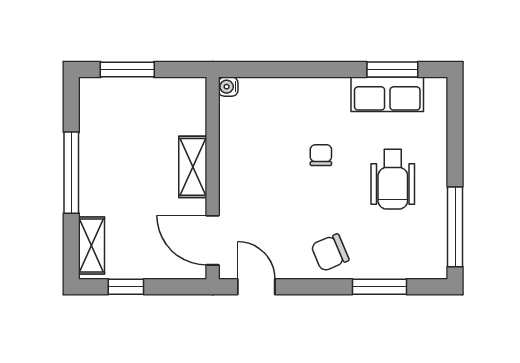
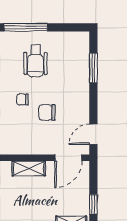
wheelchair: (393, 179) -> (36, 61), turned 90
window: (455, 227) -> (26, 27), moved
chair: (330, 253) -> (47, 112), moved, turned 113

